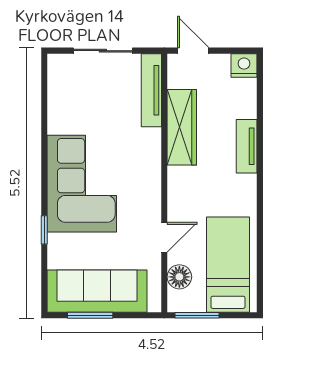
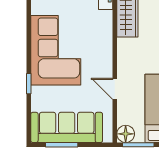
door: (164, 237) -> (115, 89), swing flipped
floor lamp: (179, 277) -> (126, 134), moved

